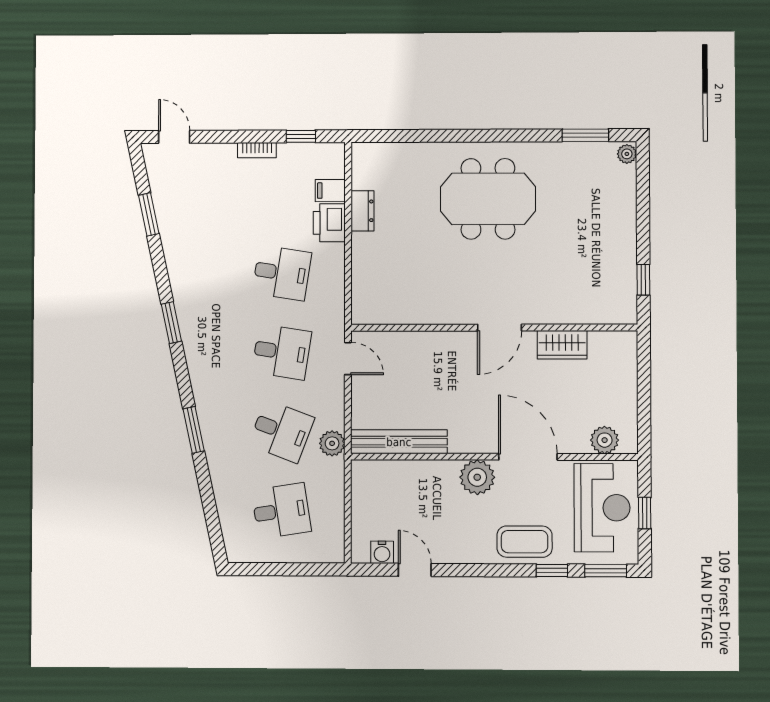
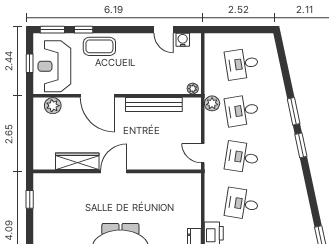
window: (171, 323) -> (301, 145), moved
wardrobe: (562, 345) -> (77, 161), width x1.50
desk: (281, 431) -> (242, 110), turned -30
bench: (399, 442) -> (154, 104), moved
plant: (477, 477) -> (193, 89), moved, width x0.53, depth x0.53

